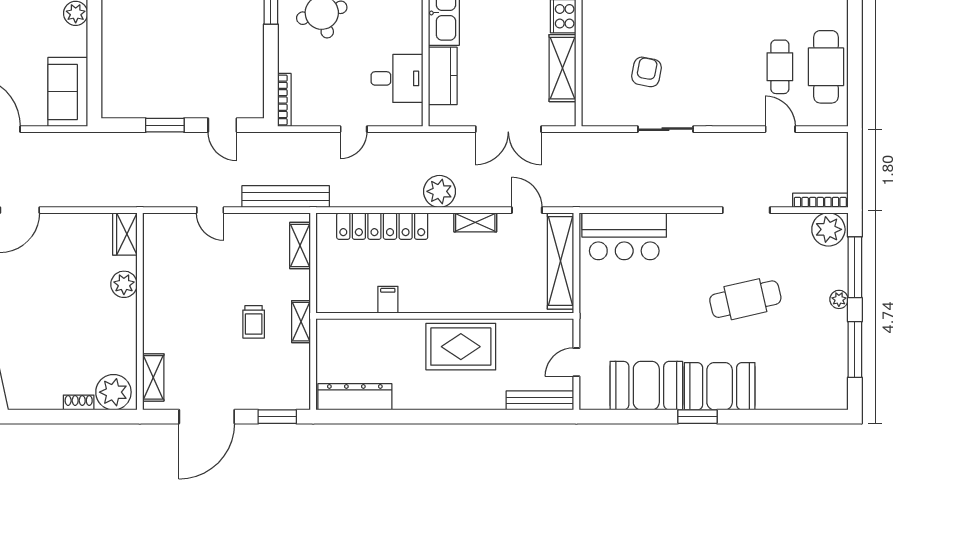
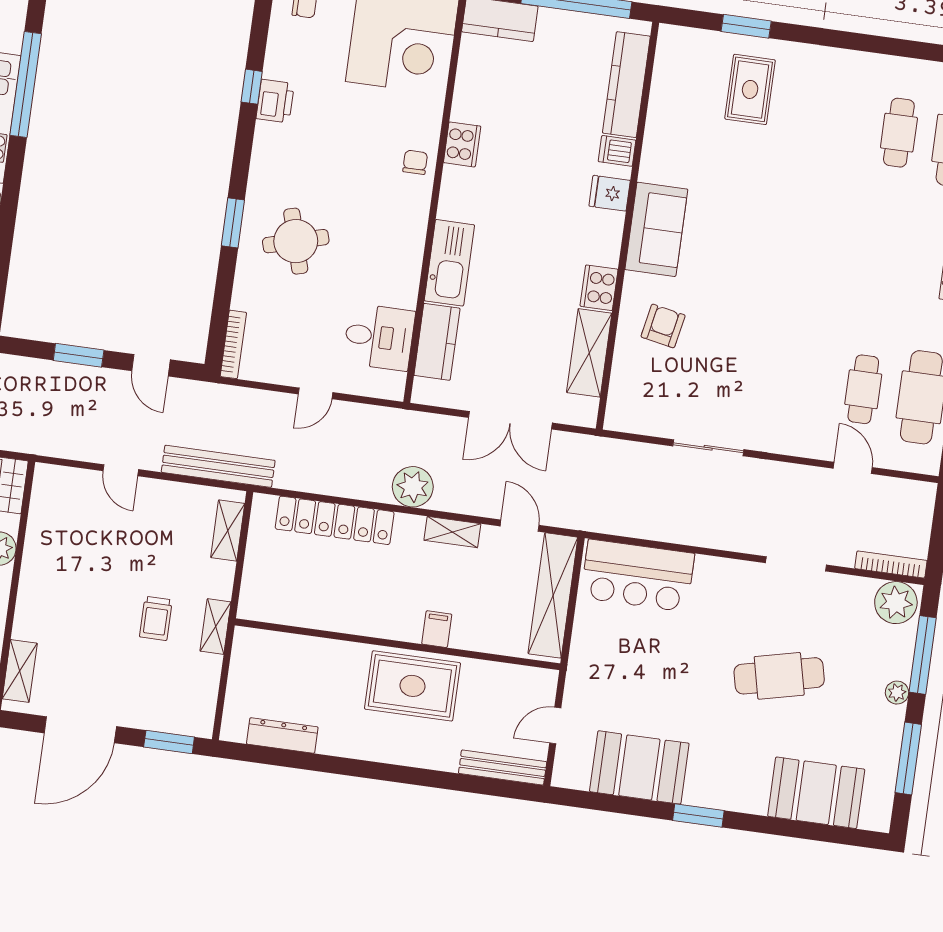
armchair: (646, 72) -> (663, 326), moved
filing cabinet: (388, 300) -> (437, 629), moved
booth: (720, 386) -> (816, 793), moved
dresser: (355, 397) -> (282, 735), width x0.73, depth x0.80

